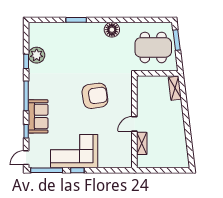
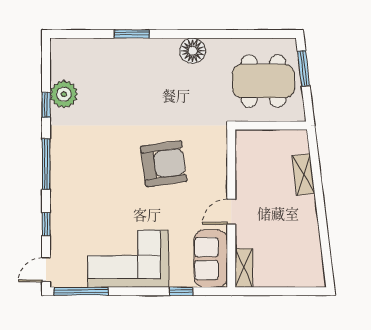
shelving: (175, 88) -> (303, 175), moved
sofa: (38, 116) -> (211, 259), moved, turned 180
shelving: (142, 143) -> (244, 268), moved
window: (77, 170) -> (181, 291), moved

